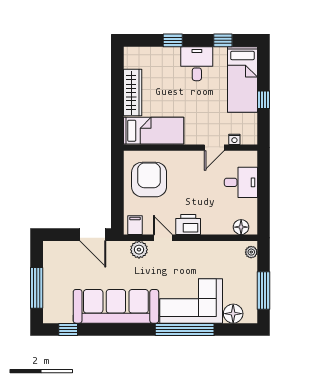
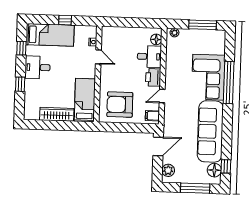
desk: (241, 182) -> (149, 57), moved, turned 90
plant: (139, 250) -> (168, 170), moved
floor lamp: (233, 314) -> (214, 170), moved

